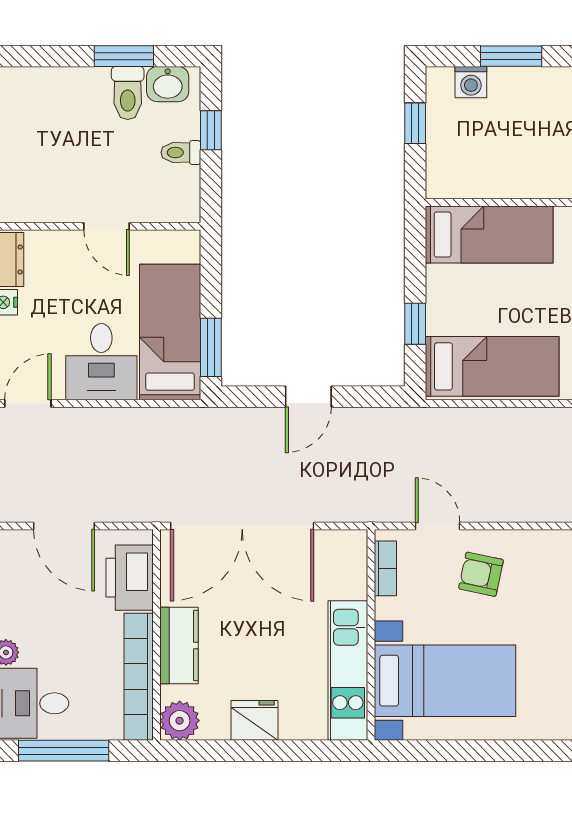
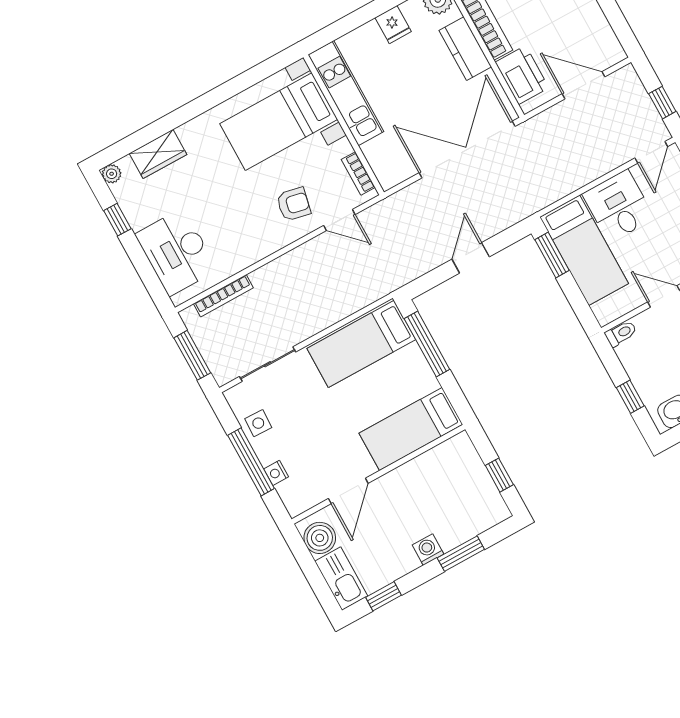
washing machine: (471, 82) -> (428, 550), moved
toilet: (181, 153) -> (621, 333), moved
window: (415, 324) -> (427, 344), width x2.17
fridge: (255, 720) -> (393, 25), width x0.72

